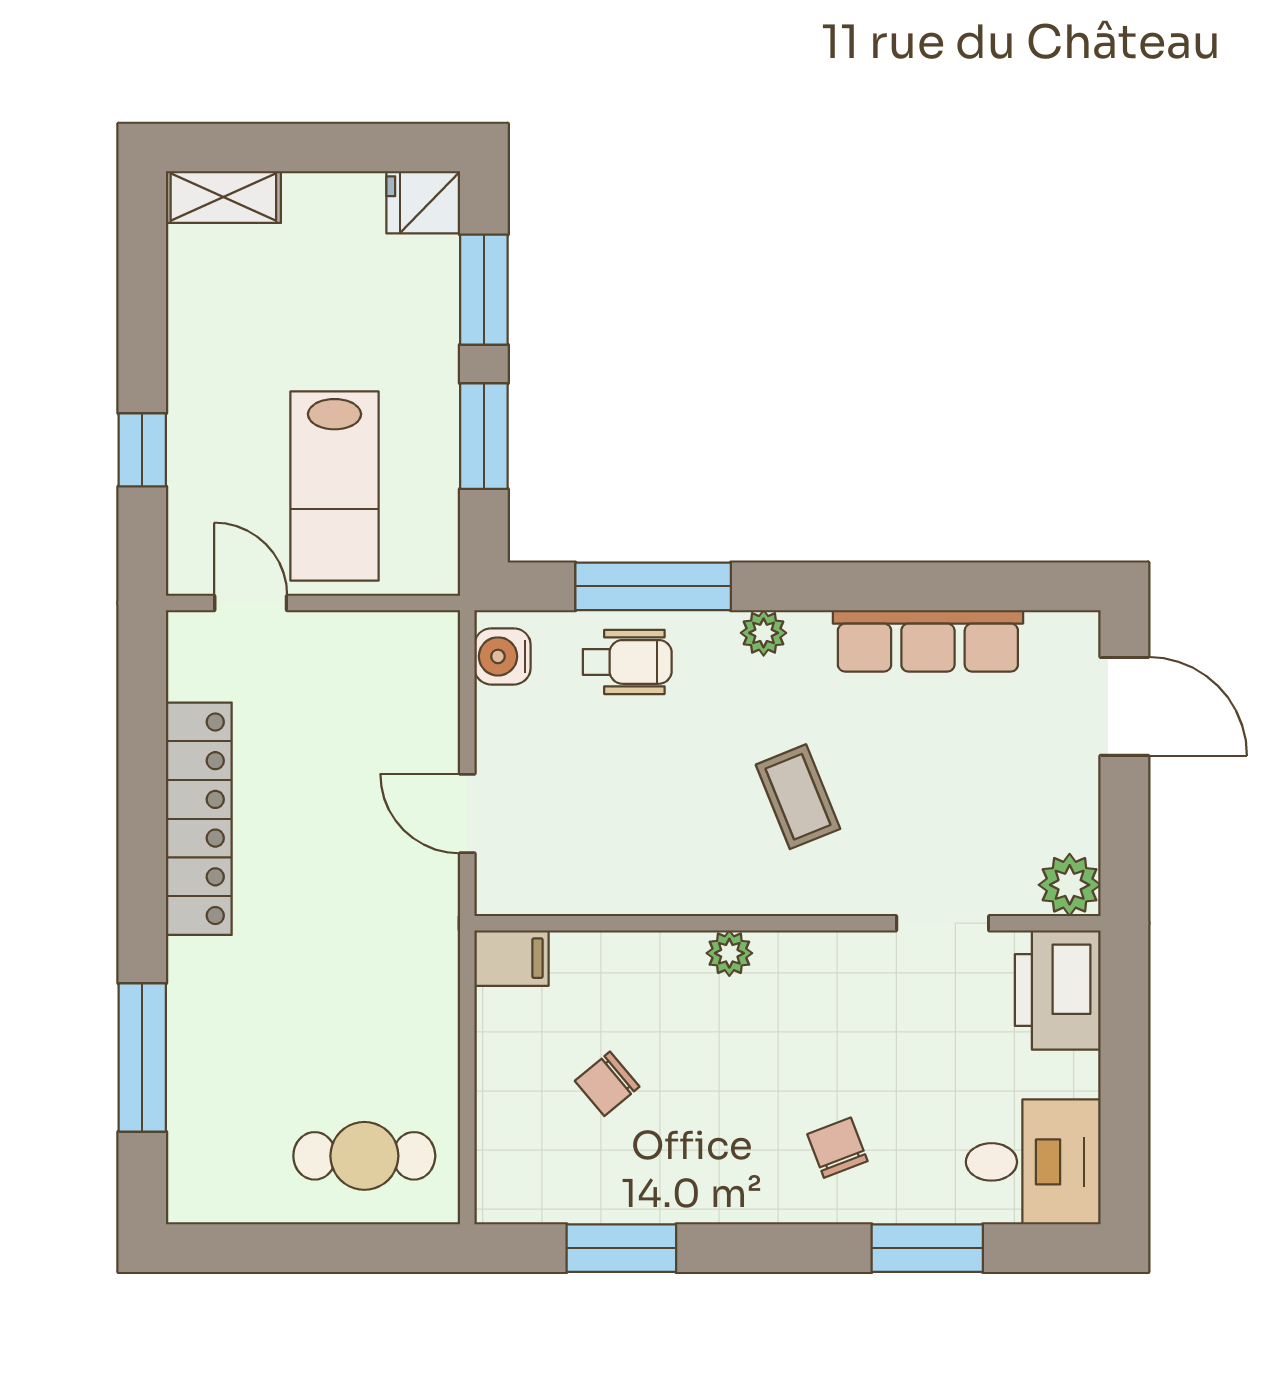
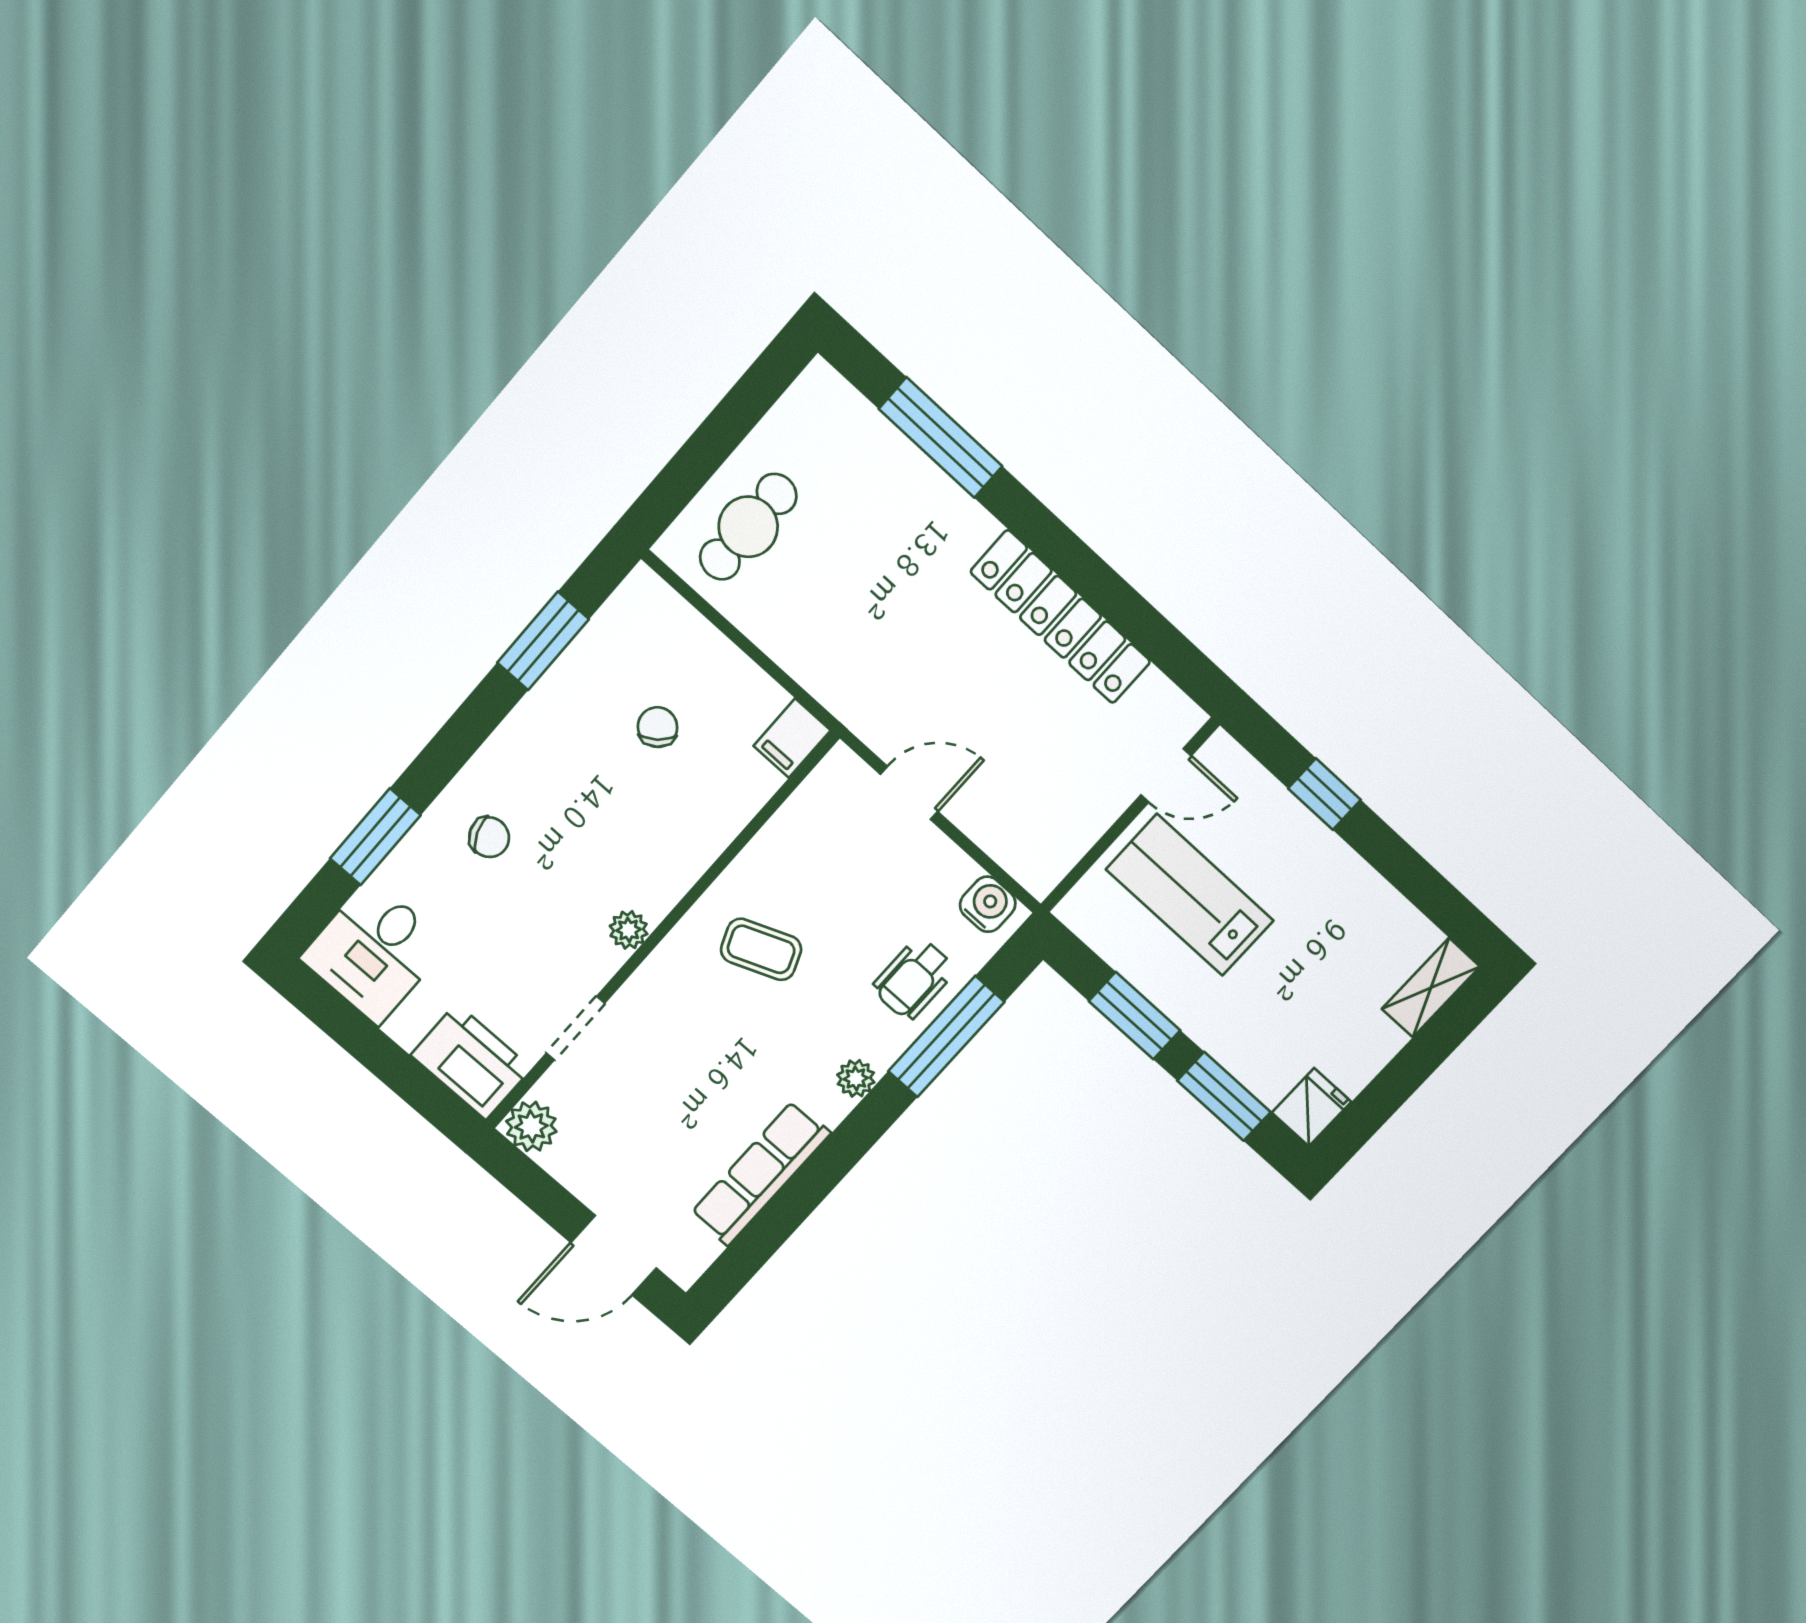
coffee table: (798, 797) -> (761, 949), moved
plant: (729, 953) -> (629, 930), moved

